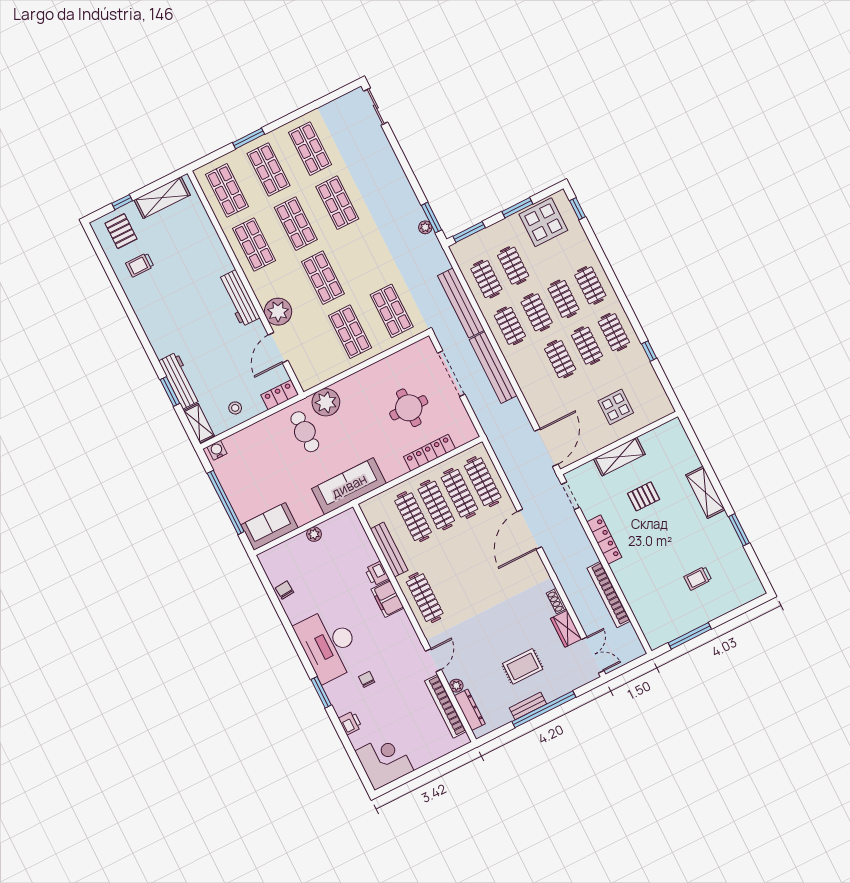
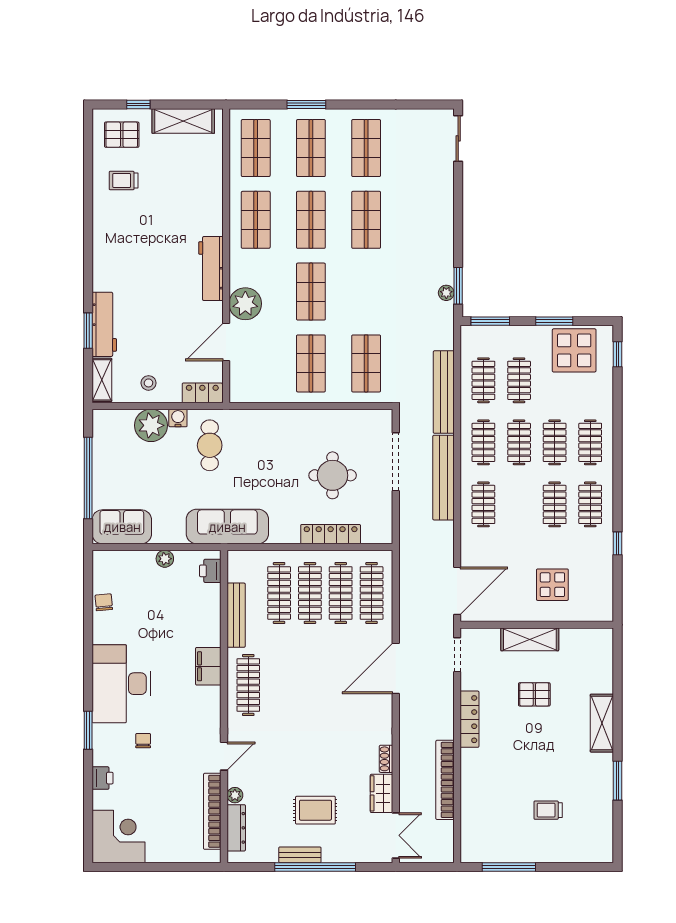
pallet: (121, 231) -> (122, 135), turned 90
clothes rail: (560, 359) -> (483, 504), moved
plant: (326, 402) -> (151, 425), moved
water cooler: (217, 450) -> (178, 418), moved
printer: (377, 574) -> (210, 571), moved

